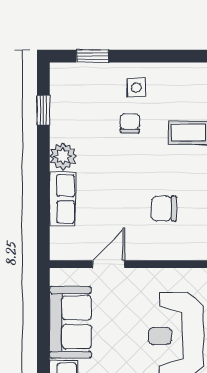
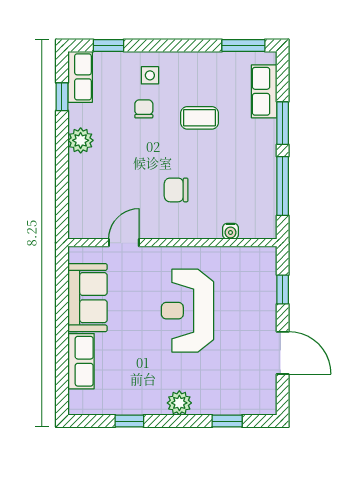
row of seats: (63, 199) -> (80, 77), moved

